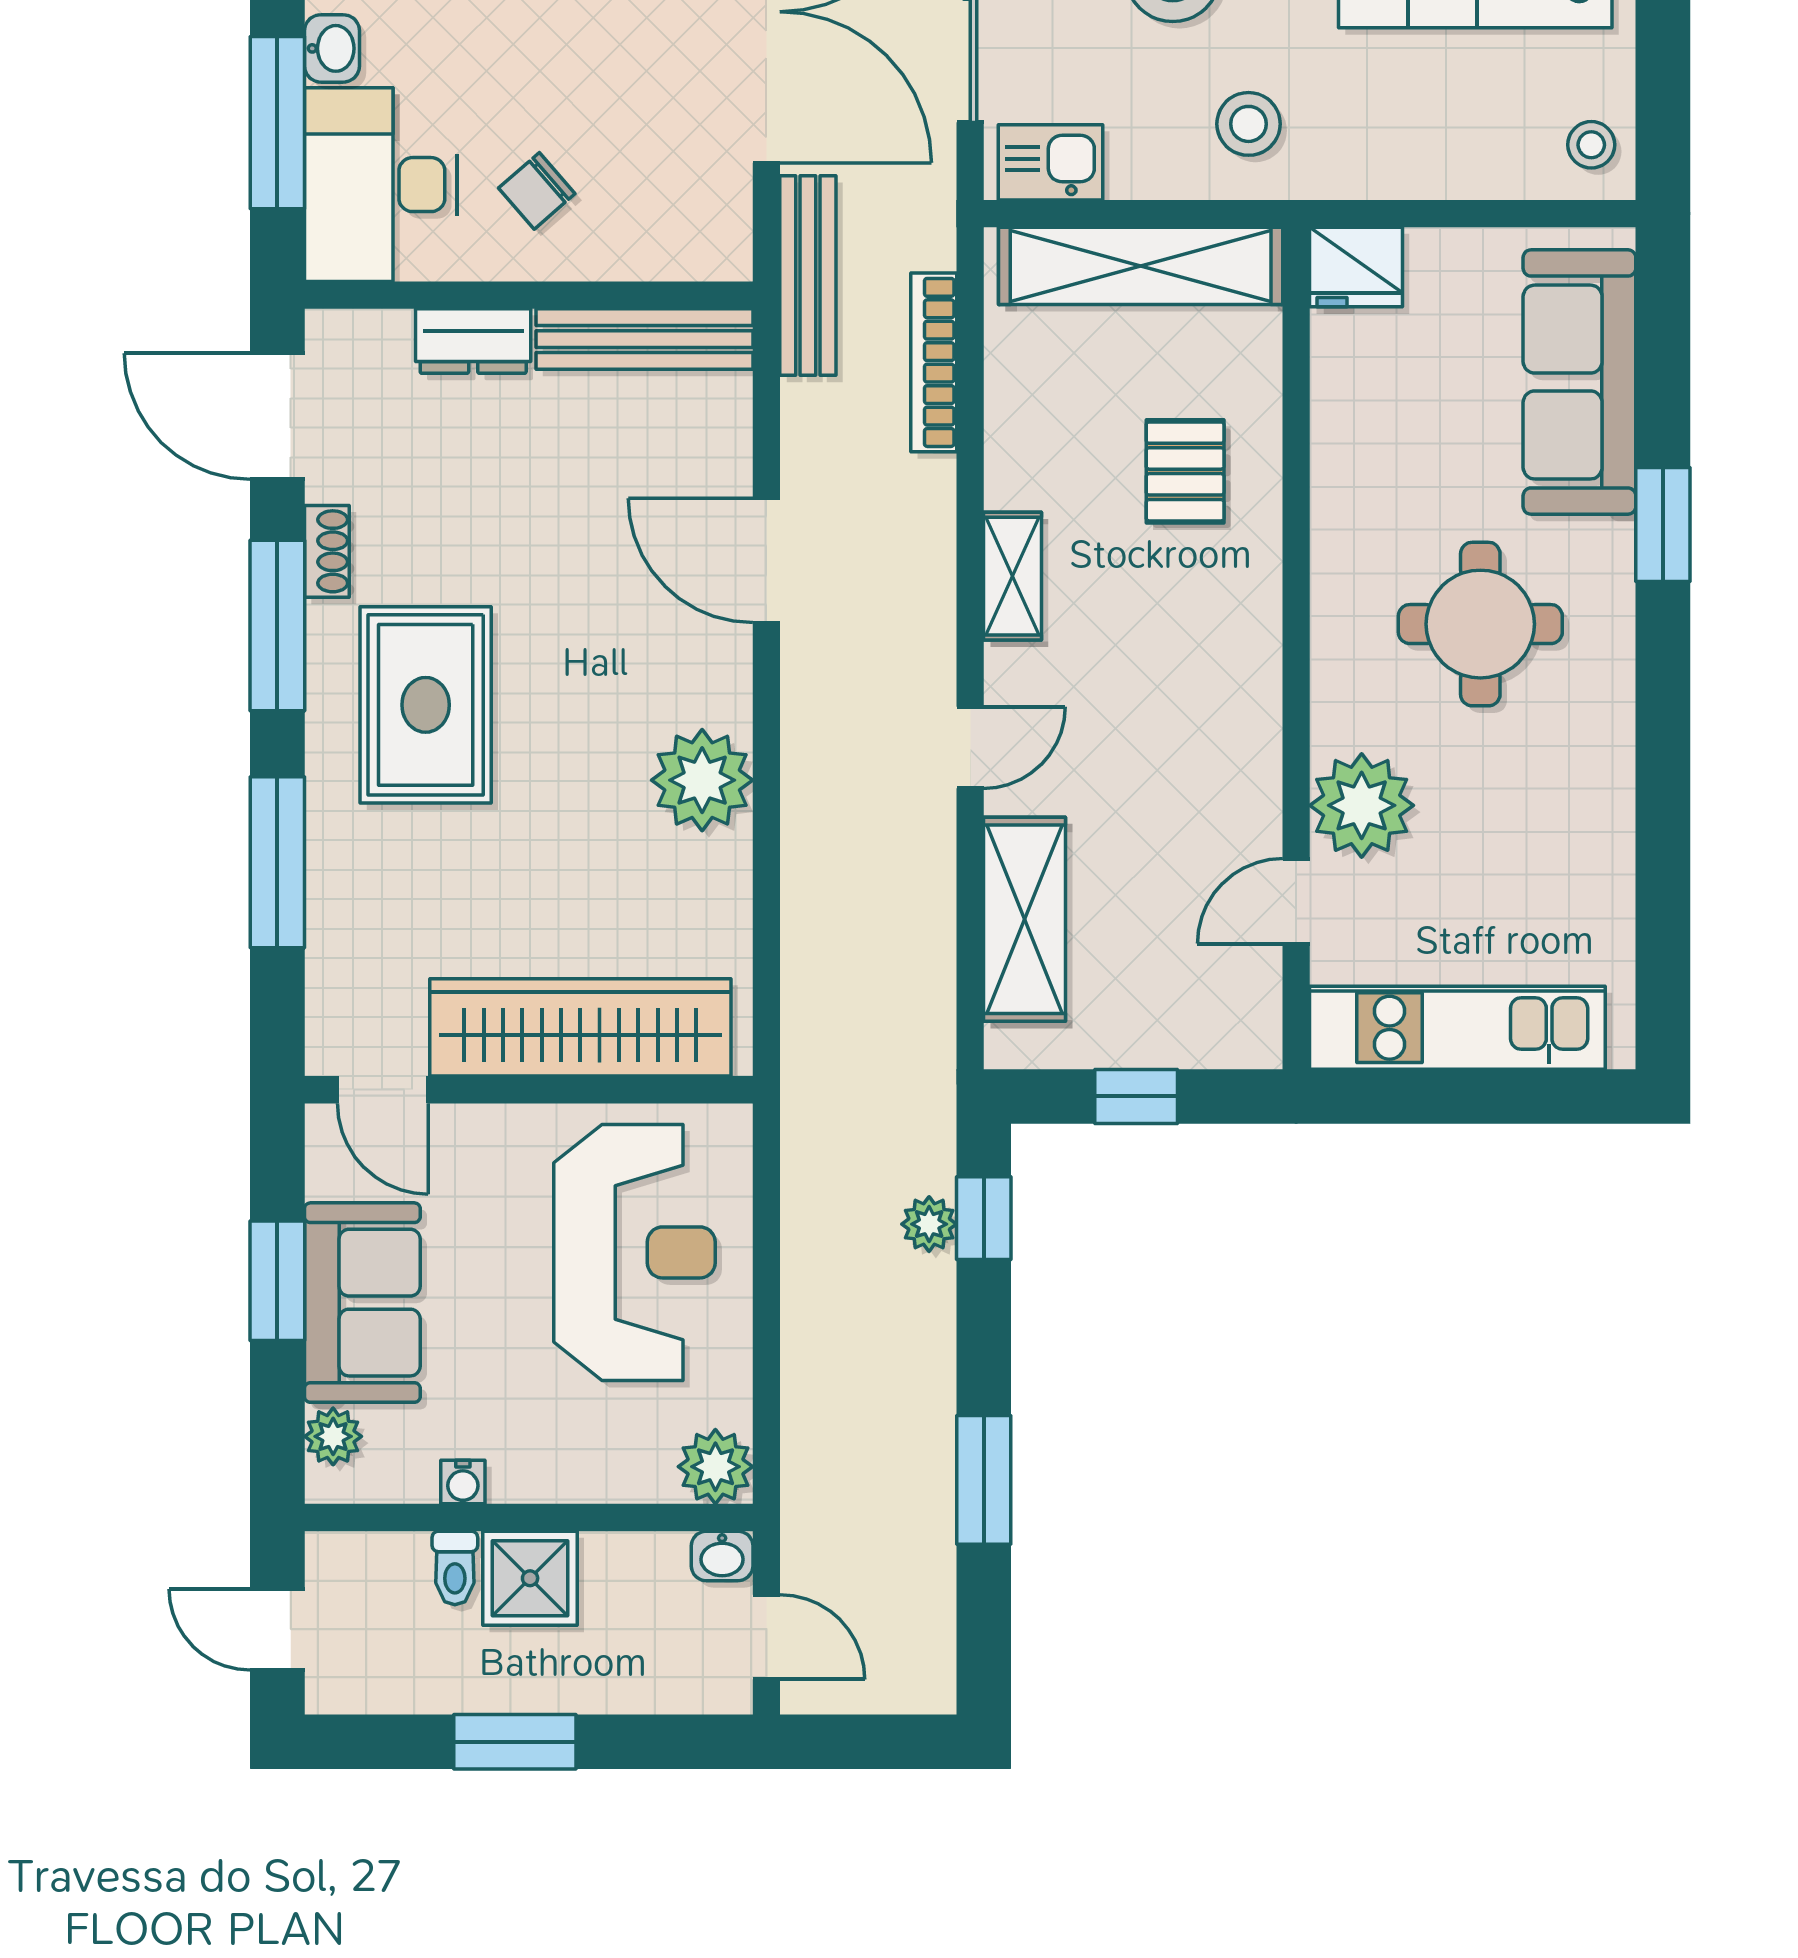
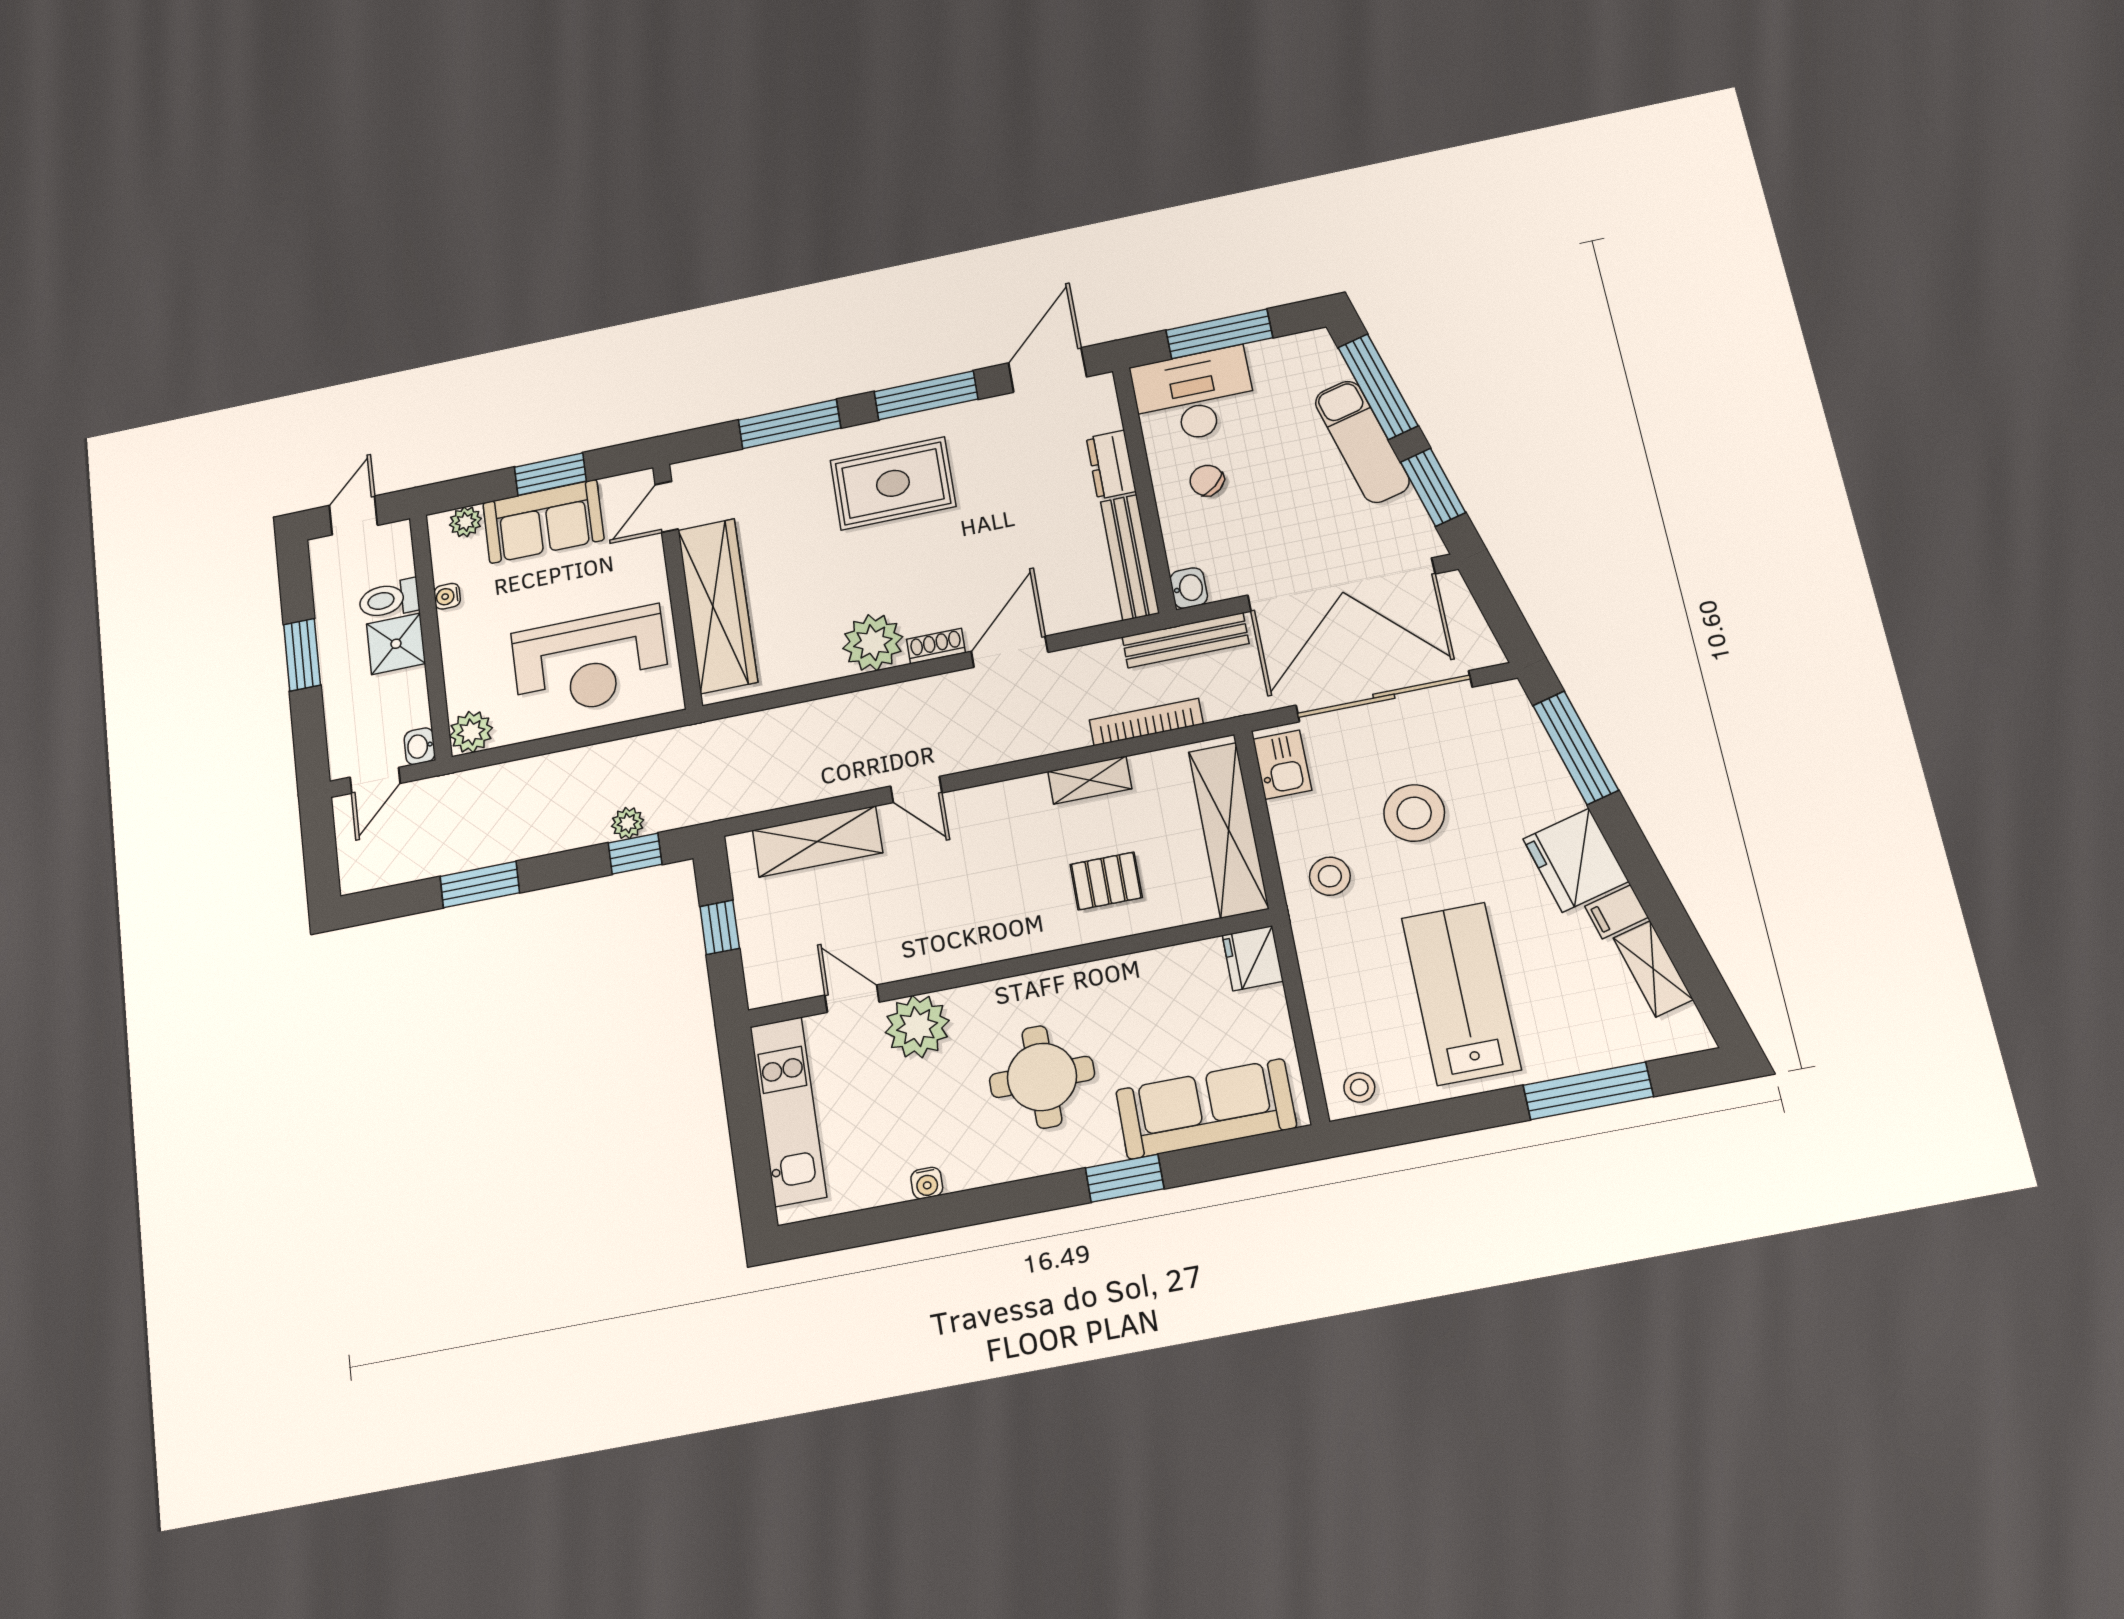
washbasin: (332, 48) -> (1189, 588), moved, turned -90
shoe rack: (327, 551) -> (936, 646), moved, turned 180
shelving: (1012, 576) -> (1090, 780), moved
water cooler: (1612, 828) -> (927, 1183), added
toilet: (455, 1568) -> (389, 599), width x1.37, depth x1.39

